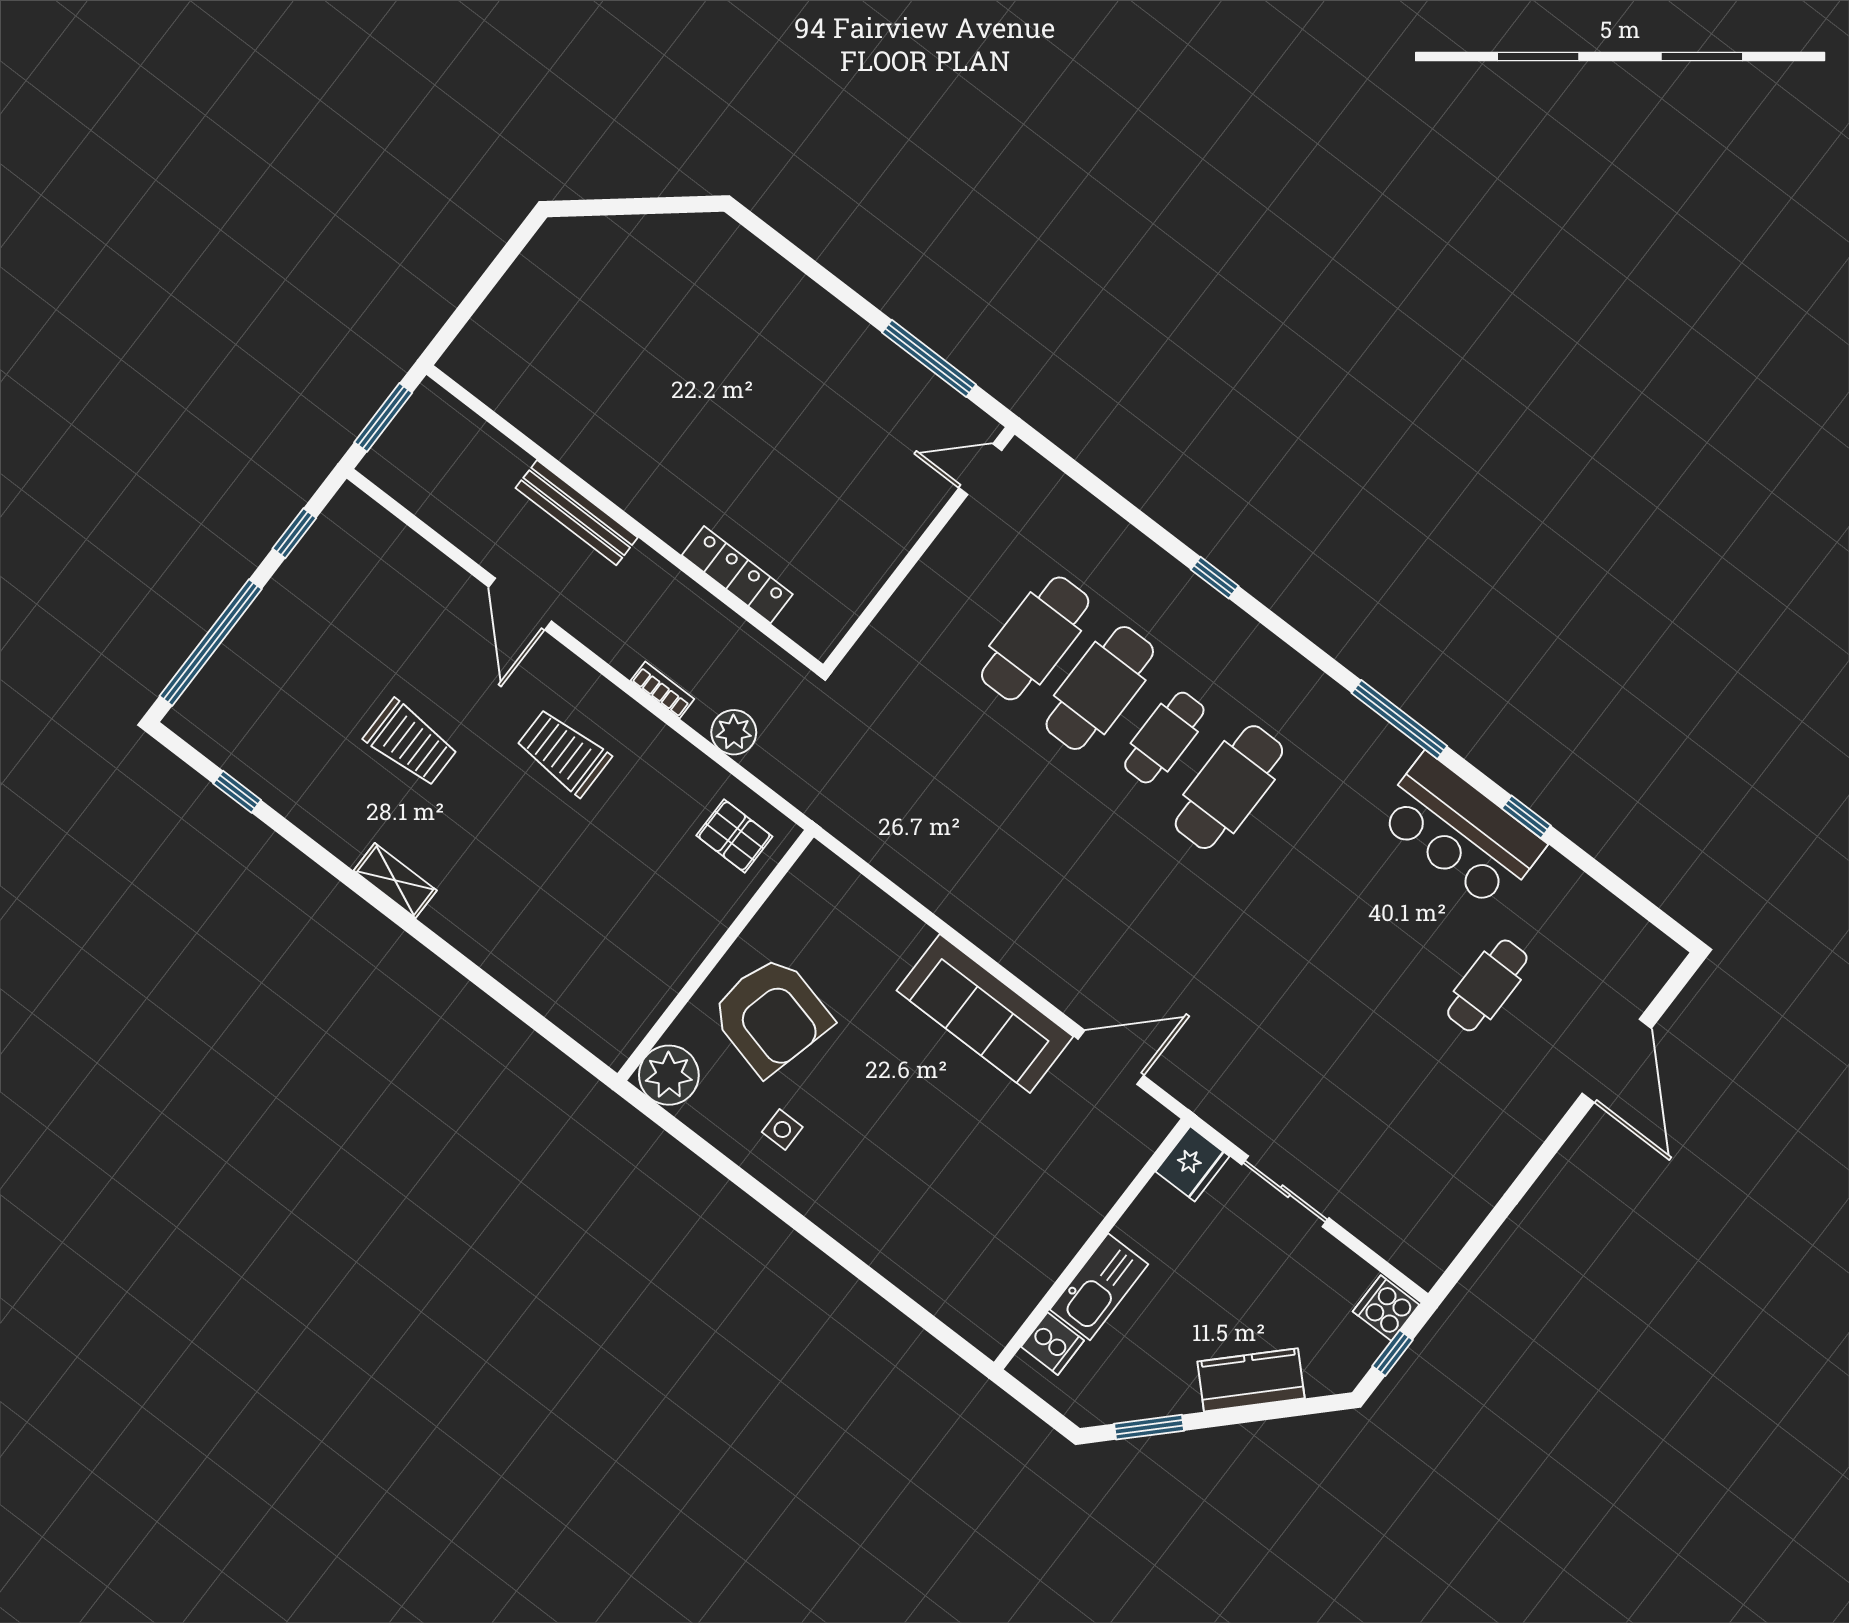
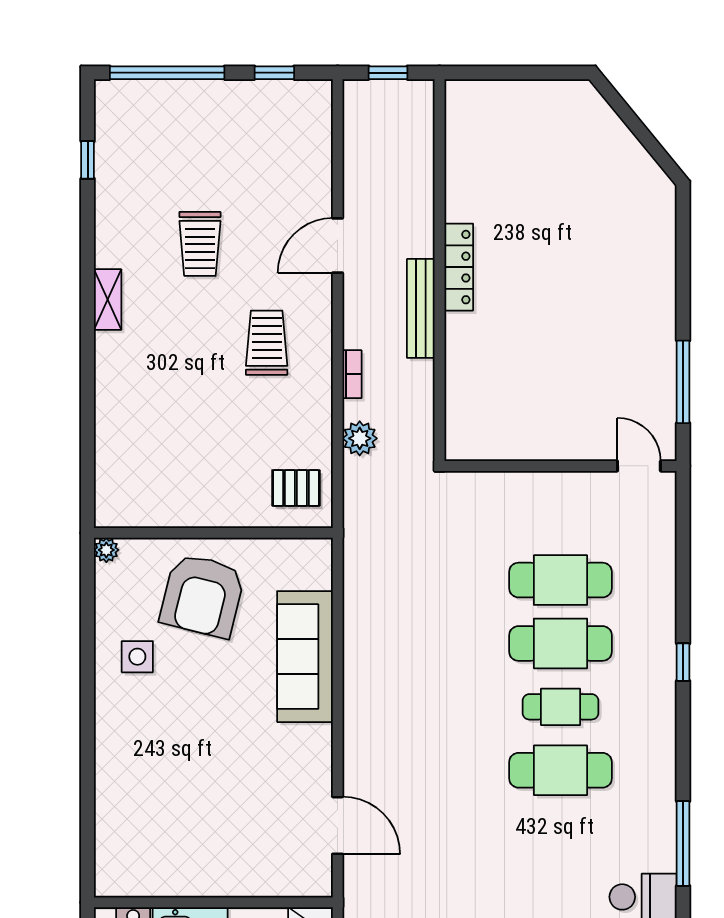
window: (383, 417) -> (388, 73), width x0.67
bench: (577, 513) -> (421, 308), moved
locker: (737, 575) -> (459, 267), moved
pallet: (734, 836) -> (296, 488), turned 90
sofa: (985, 1014) -> (305, 657), moved
plant: (669, 1075) -> (106, 550), width x0.53, depth x0.53
side table: (782, 1129) -> (137, 657), width x1.37, depth x1.37

